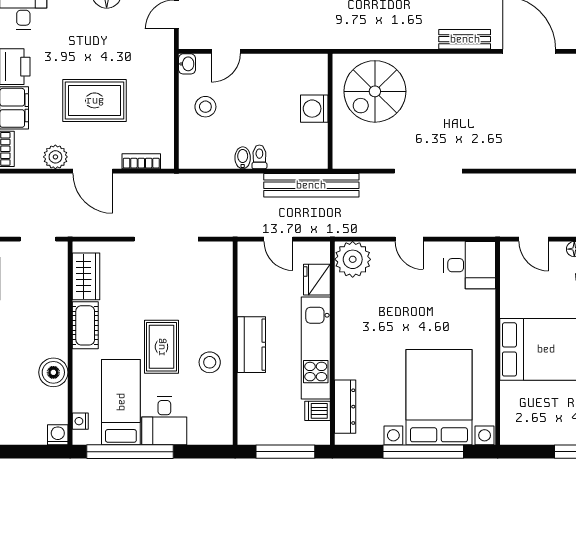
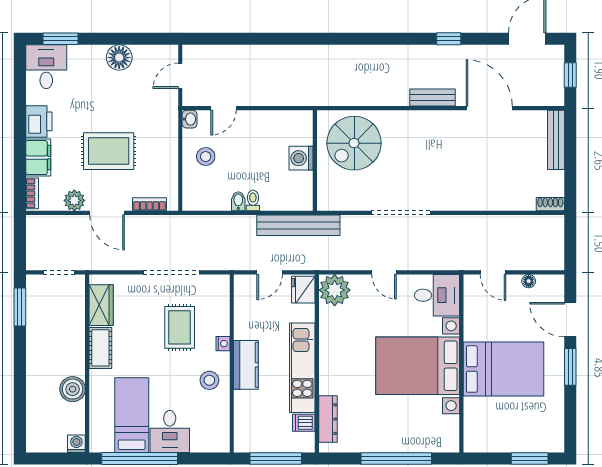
door: (278, 239) -> (270, 272), hinge flipped
fridge: (317, 280) -> (303, 290), moved
rug: (161, 347) -> (180, 327), moved
bed with nightstands: (439, 397) -> (418, 366), moved, turned -90
nightstand: (80, 421) -> (223, 344), moved, turned 180

